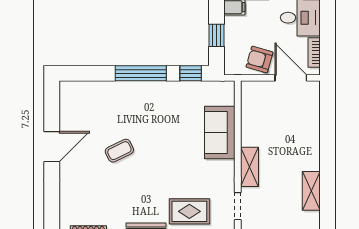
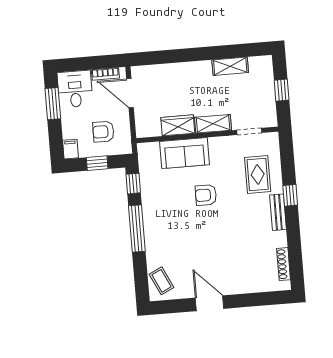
armchair: (260, 60) -> (103, 132), moved, turned 74
door: (291, 78) -> (130, 93), hinge flipped
wardrobe: (251, 128) -> (178, 125), added
coffee table: (119, 151) -> (162, 281), moved
armchair: (171, 152) -> (206, 195), added

